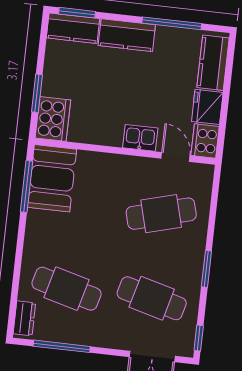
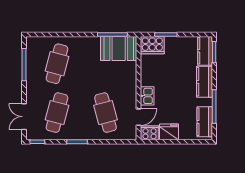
kitchen counter: (213, 63) -> (205, 122), moved, turned -90
dresser: (24, 318) -> (37, 42), removed

